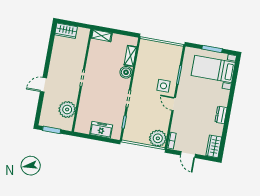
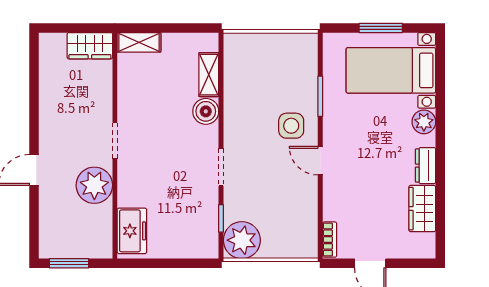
wardrobe: (66, 31) -> (90, 46), moved
plant: (224, 95) -> (424, 122), added
plant: (67, 109) -> (94, 185), moved
freezer: (101, 130) -> (132, 231), moved, turned 90
plant: (158, 138) -> (242, 240), moved
wardrobe: (214, 146) -> (422, 209), moved

